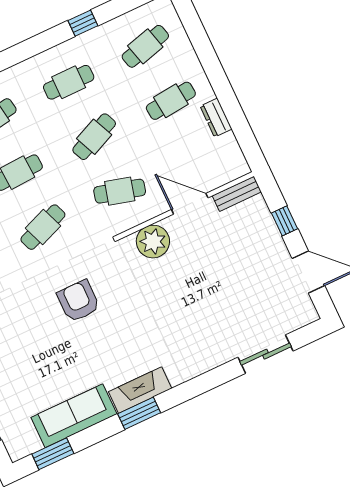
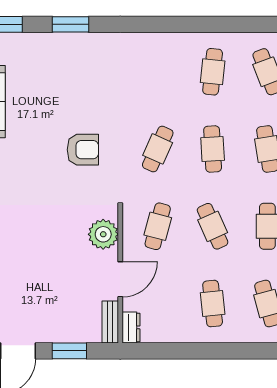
dresser: (216, 118) -> (131, 327), moved, turned 90
window: (284, 221) -> (69, 351), width x1.50
cafe table: (43, 227) -> (158, 149), turned 45

